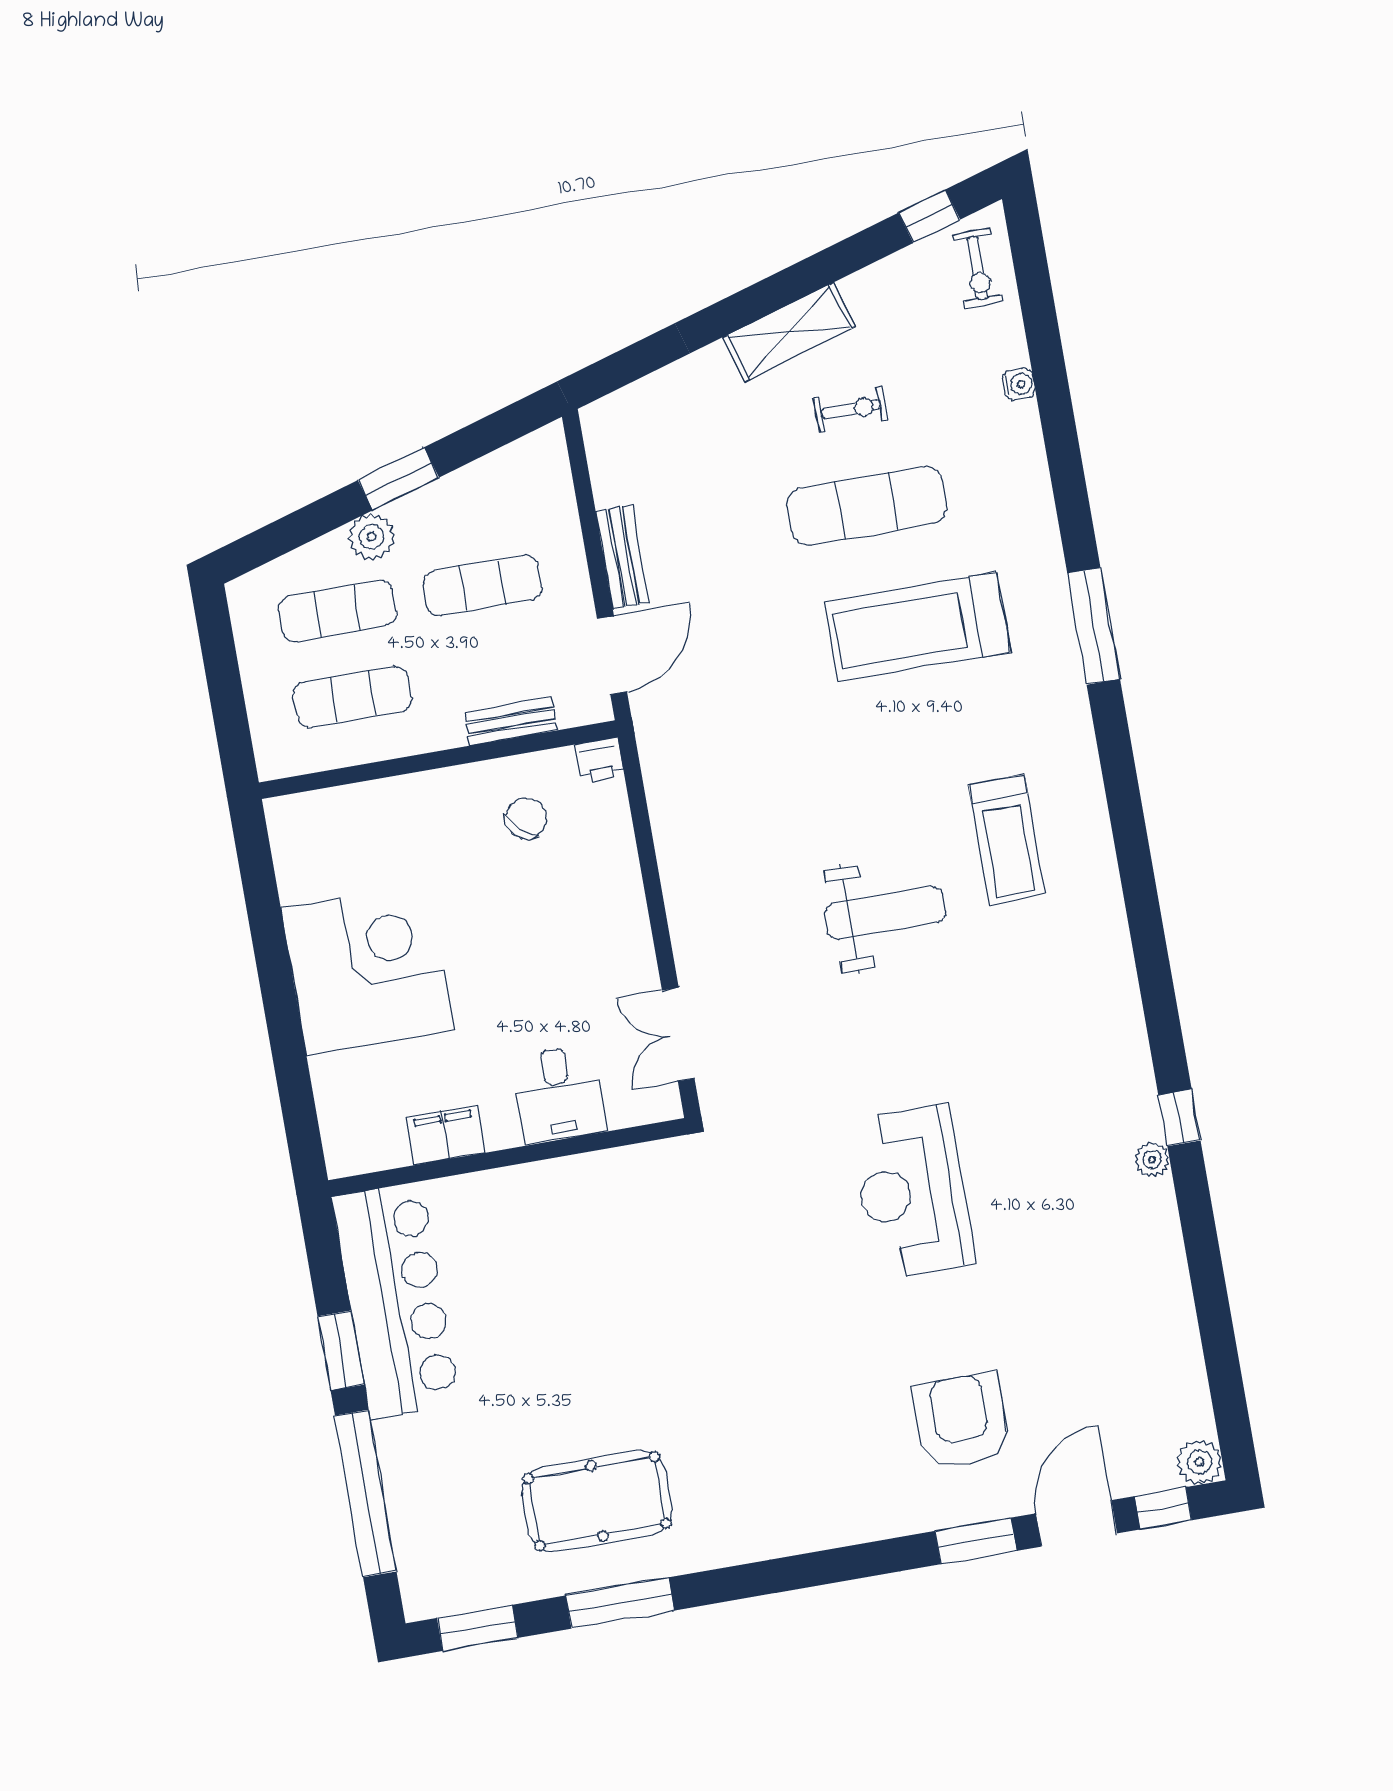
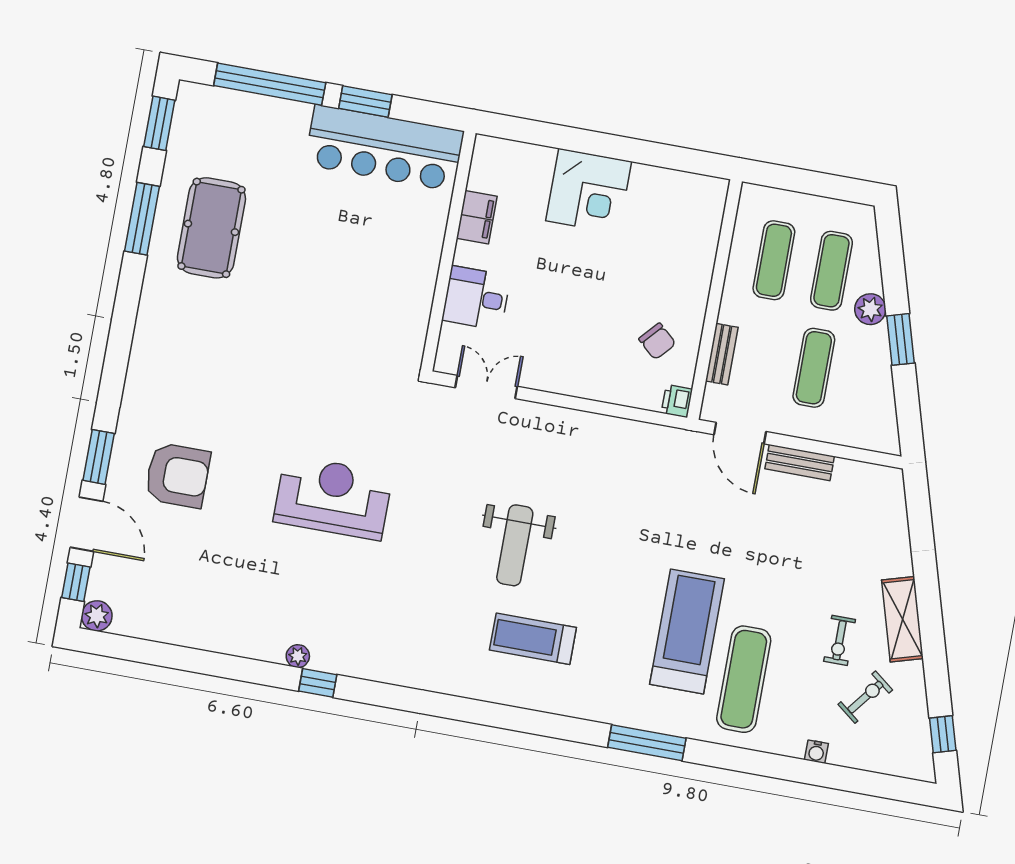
exercise bike: (978, 268) -> (865, 697), moved, turned 128
exercise mat: (867, 506) -> (744, 679), moved
corner desk: (367, 969) -> (589, 191), width x0.74, depth x0.74

